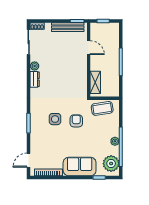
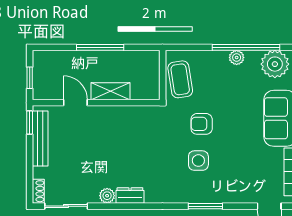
door: (89, 48) -> (75, 103), hinge flipped
shelving: (95, 82) -> (111, 91), moved

